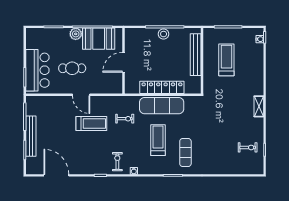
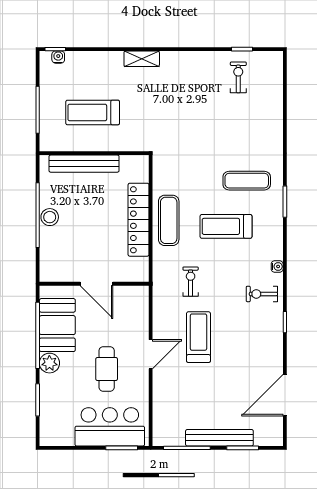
exercise mat: (162, 106) -> (169, 220), width x0.73, depth x0.69
shelving: (259, 106) -> (142, 59), moved

